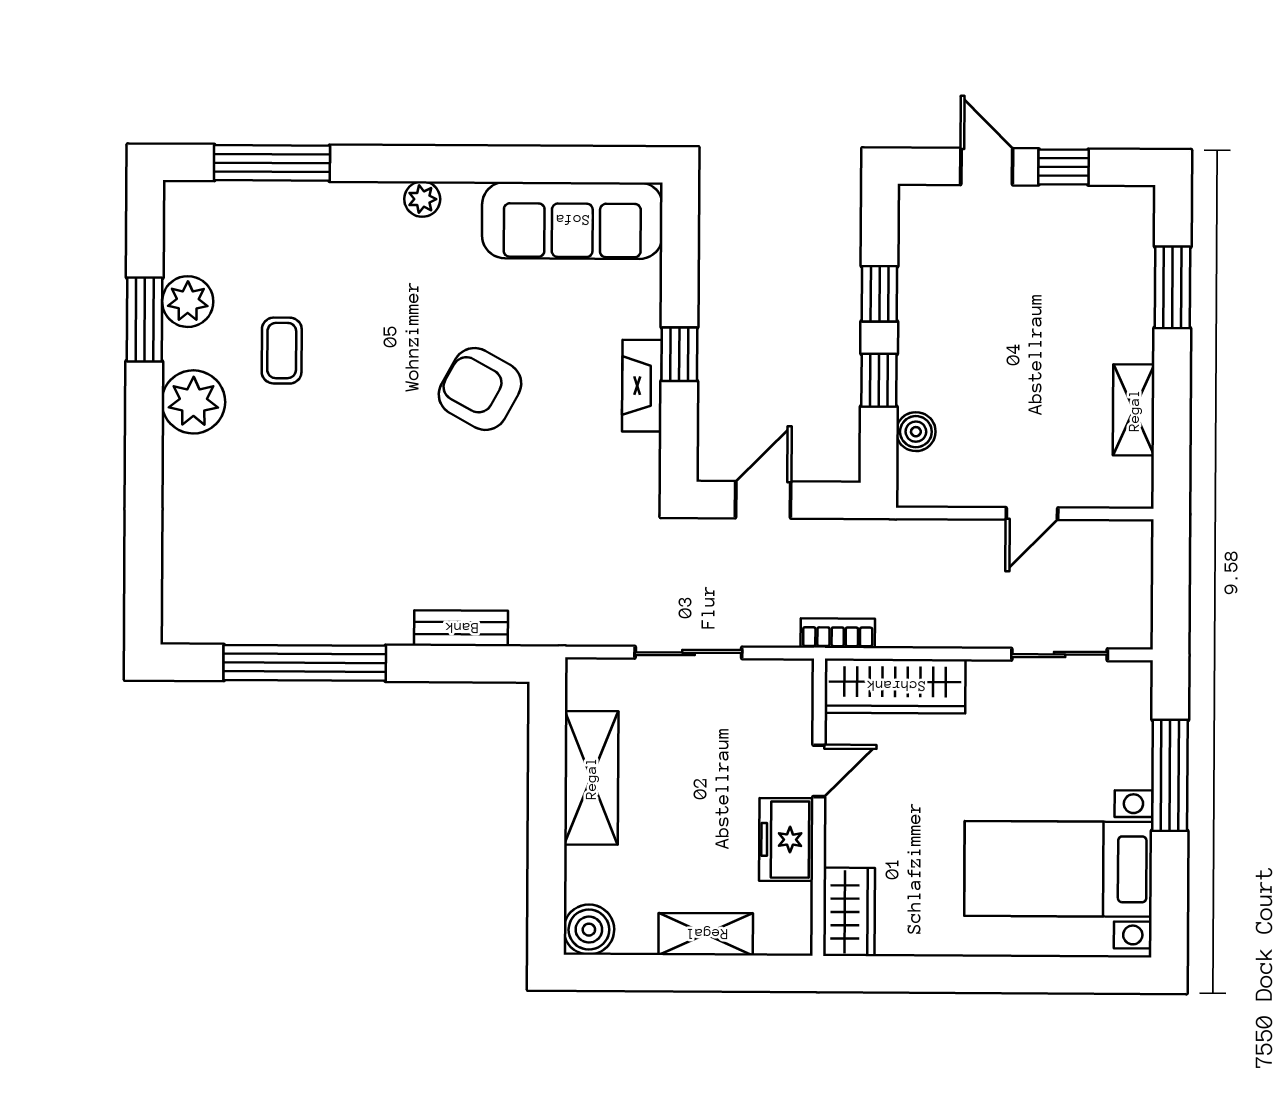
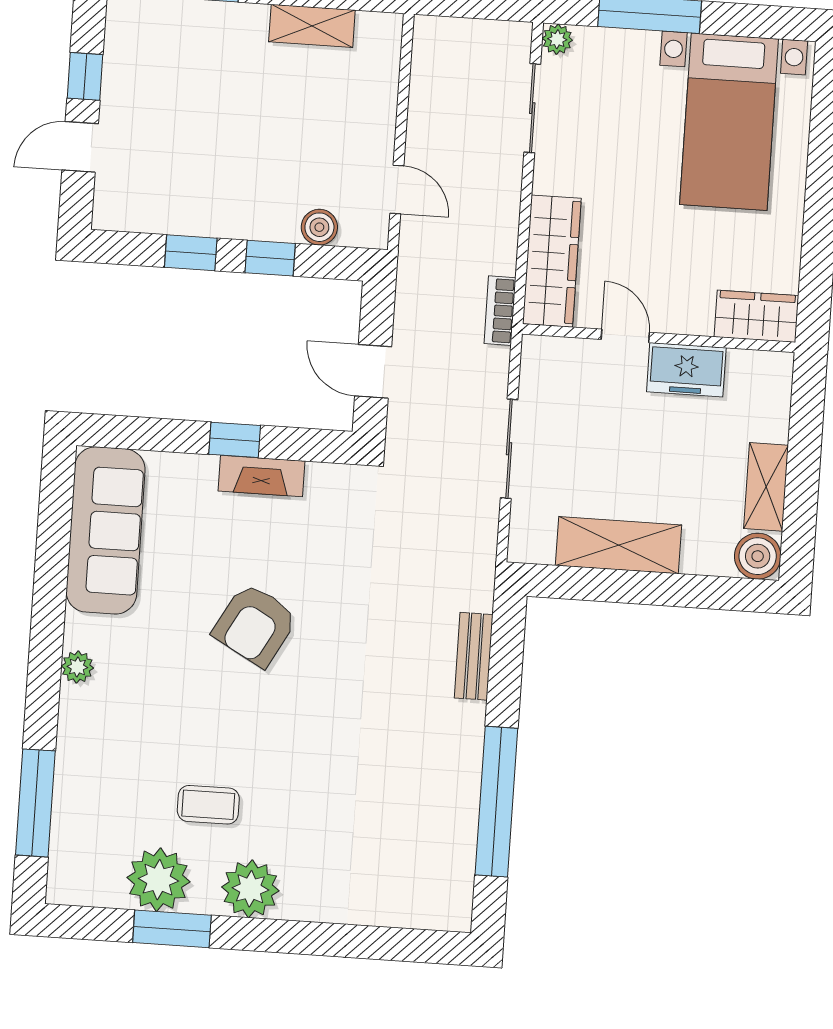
plant: (188, 302) -> (158, 880), width x1.36, depth x1.36
door: (1032, 514) -> (397, 190), moved
plant: (1136, 677) -> (557, 39), added
shelving: (706, 934) -> (766, 487), moved

